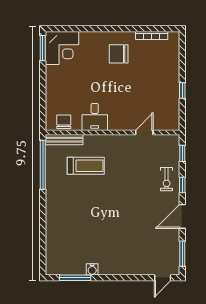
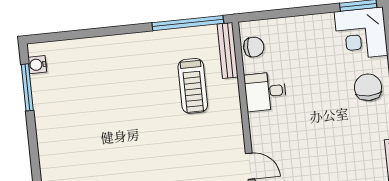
chair: (119, 54) -> (368, 87), moved
water cooler: (92, 269) -> (37, 65), moved

